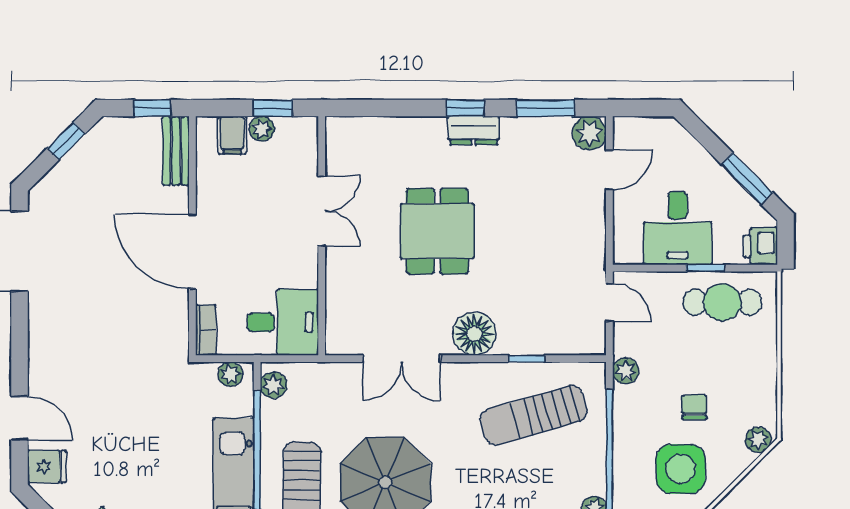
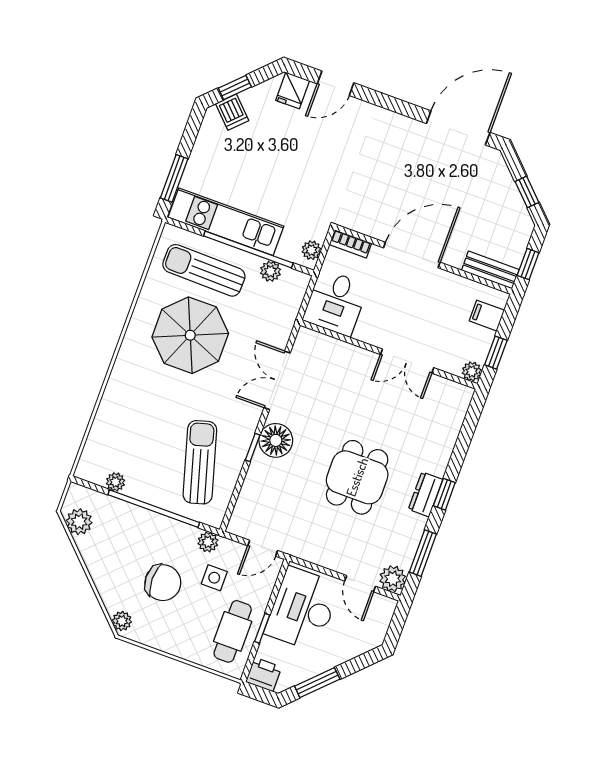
plant: (262, 129) -> (472, 372), moved
desk: (678, 228) -> (303, 609), width x1.37
dining table: (437, 231) -> (357, 477), moved, turned 90
window: (526, 359) -> (253, 448), moved
plant: (274, 385) -> (270, 271), moved
chair: (694, 407) -> (163, 583), width x1.87, depth x1.87
side table: (681, 469) -> (214, 578), moved, width x0.54, depth x0.54

